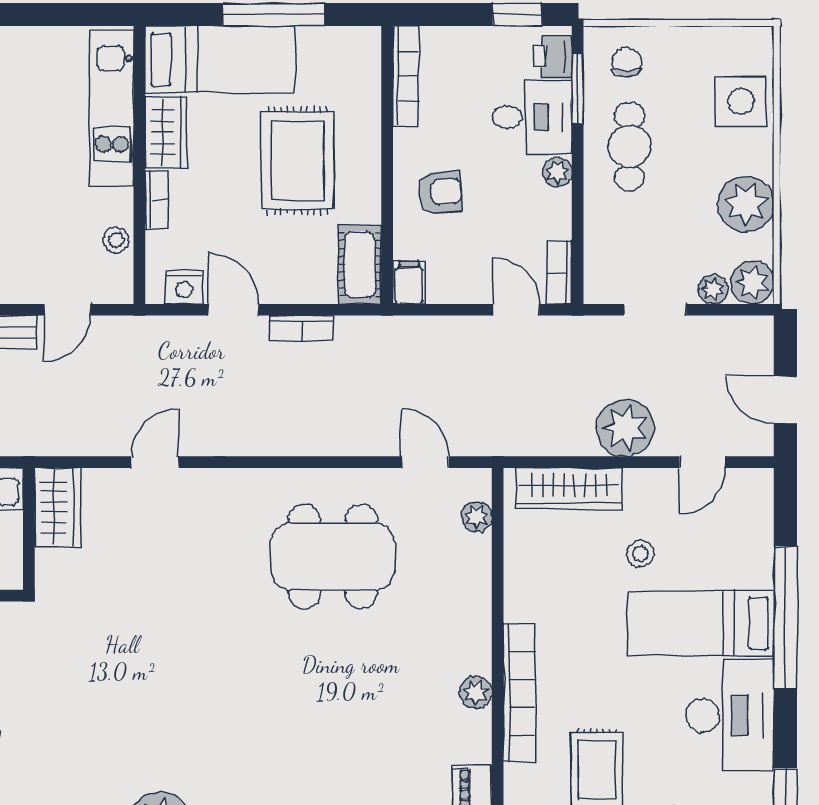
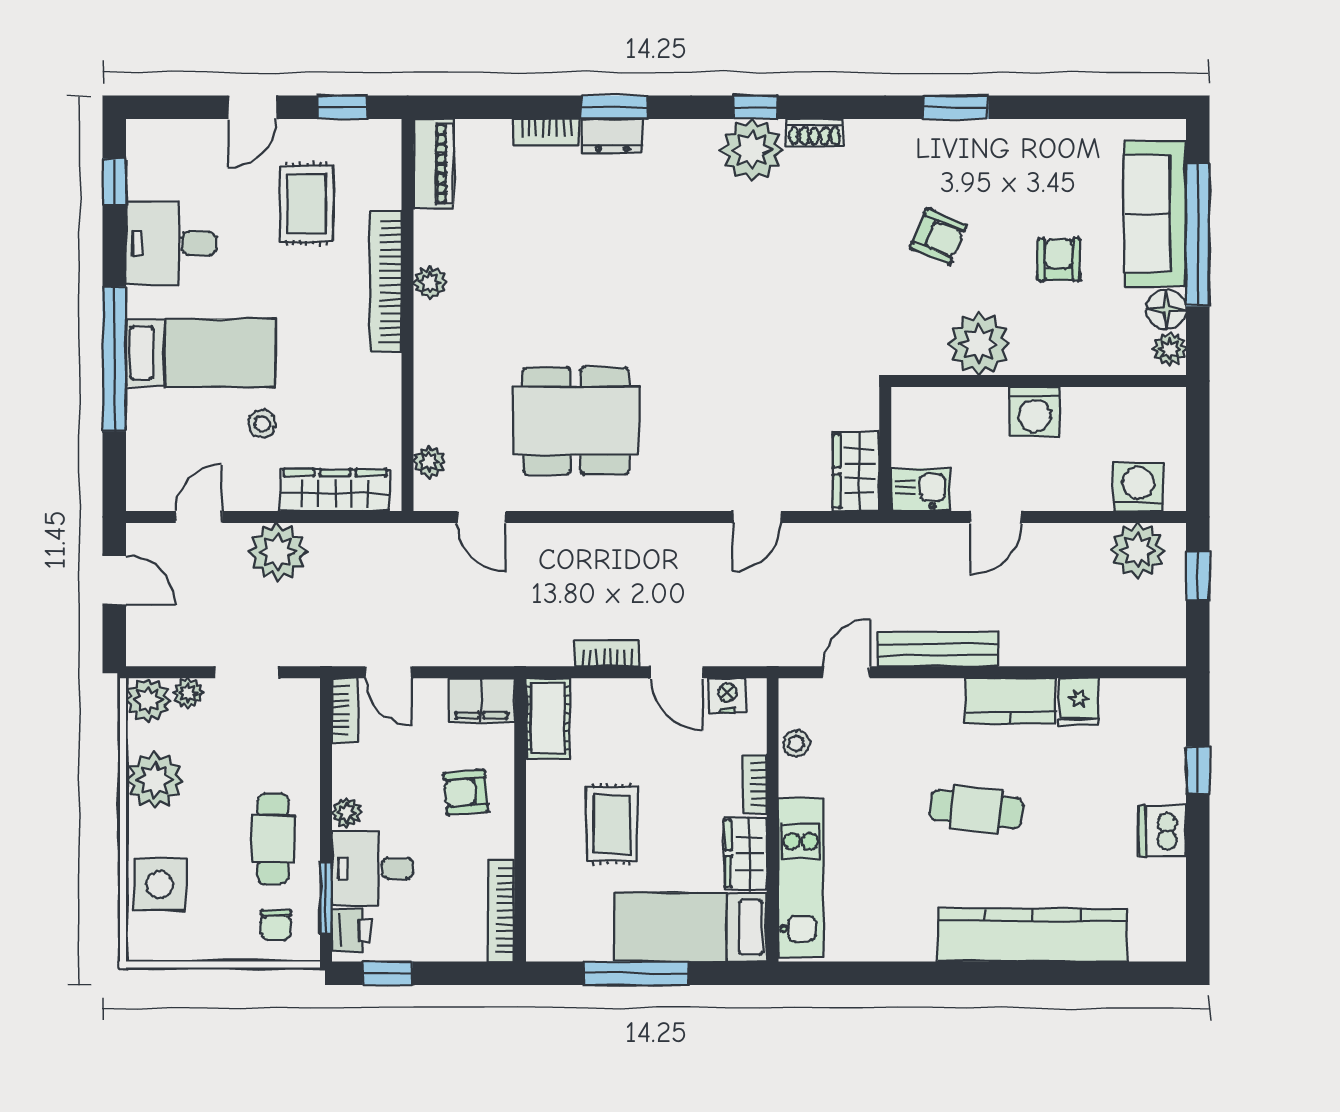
rug: (297, 161) -> (612, 824), width x0.73, depth x0.70
filing cabinet: (409, 282) -> (481, 700), width x2.00
desk: (730, 716) -> (171, 243), width x0.73

